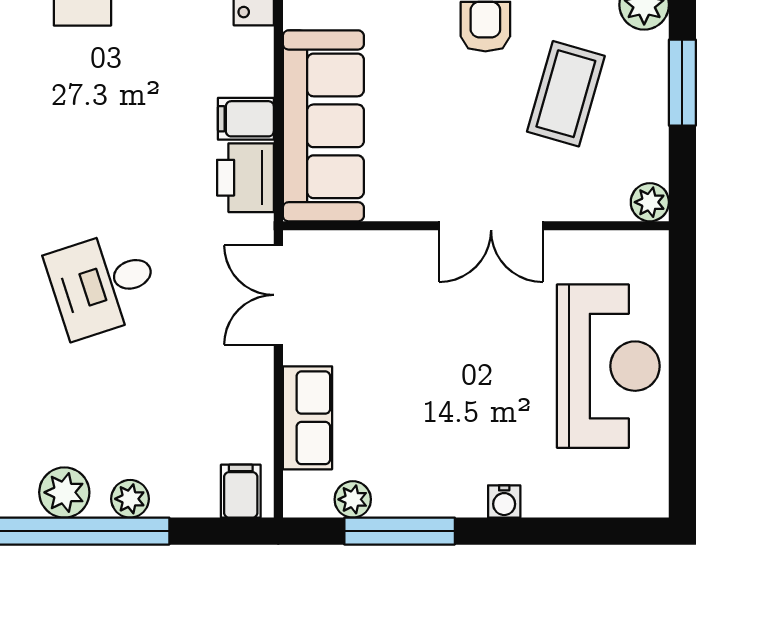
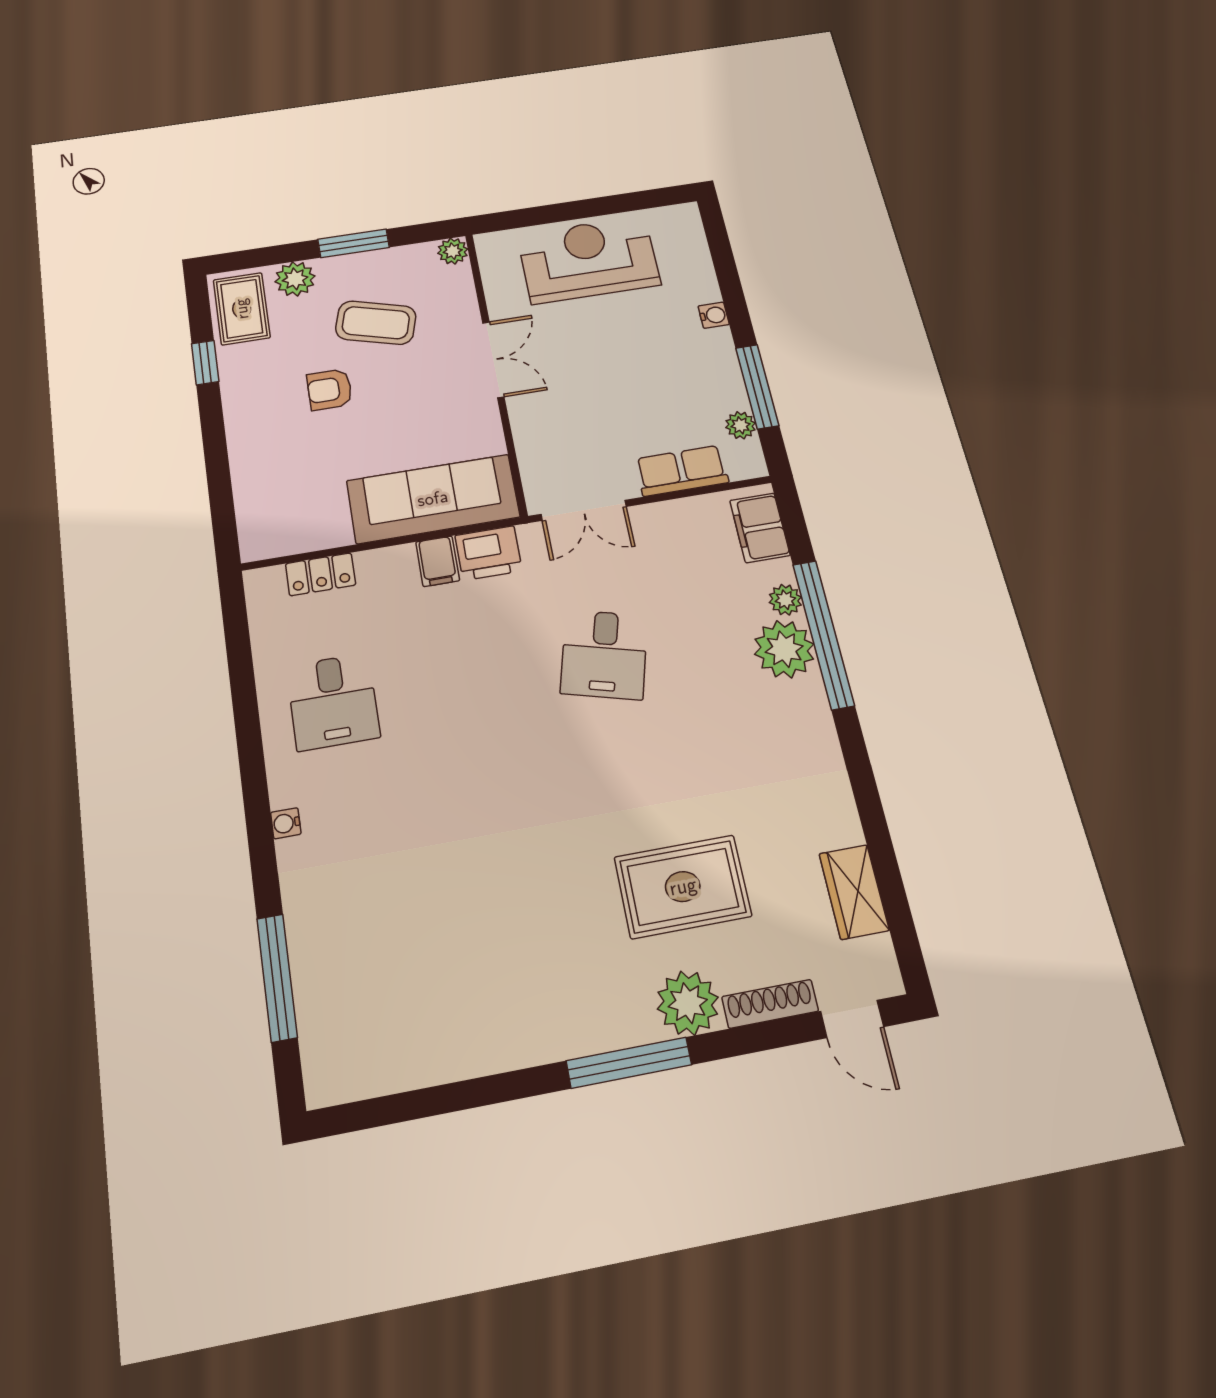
desk: (103, 284) -> (604, 654), turned 33
filing cabinet: (241, 491) -> (760, 528), width x2.00
plant: (64, 492) -> (784, 649), width x1.36, depth x1.36

